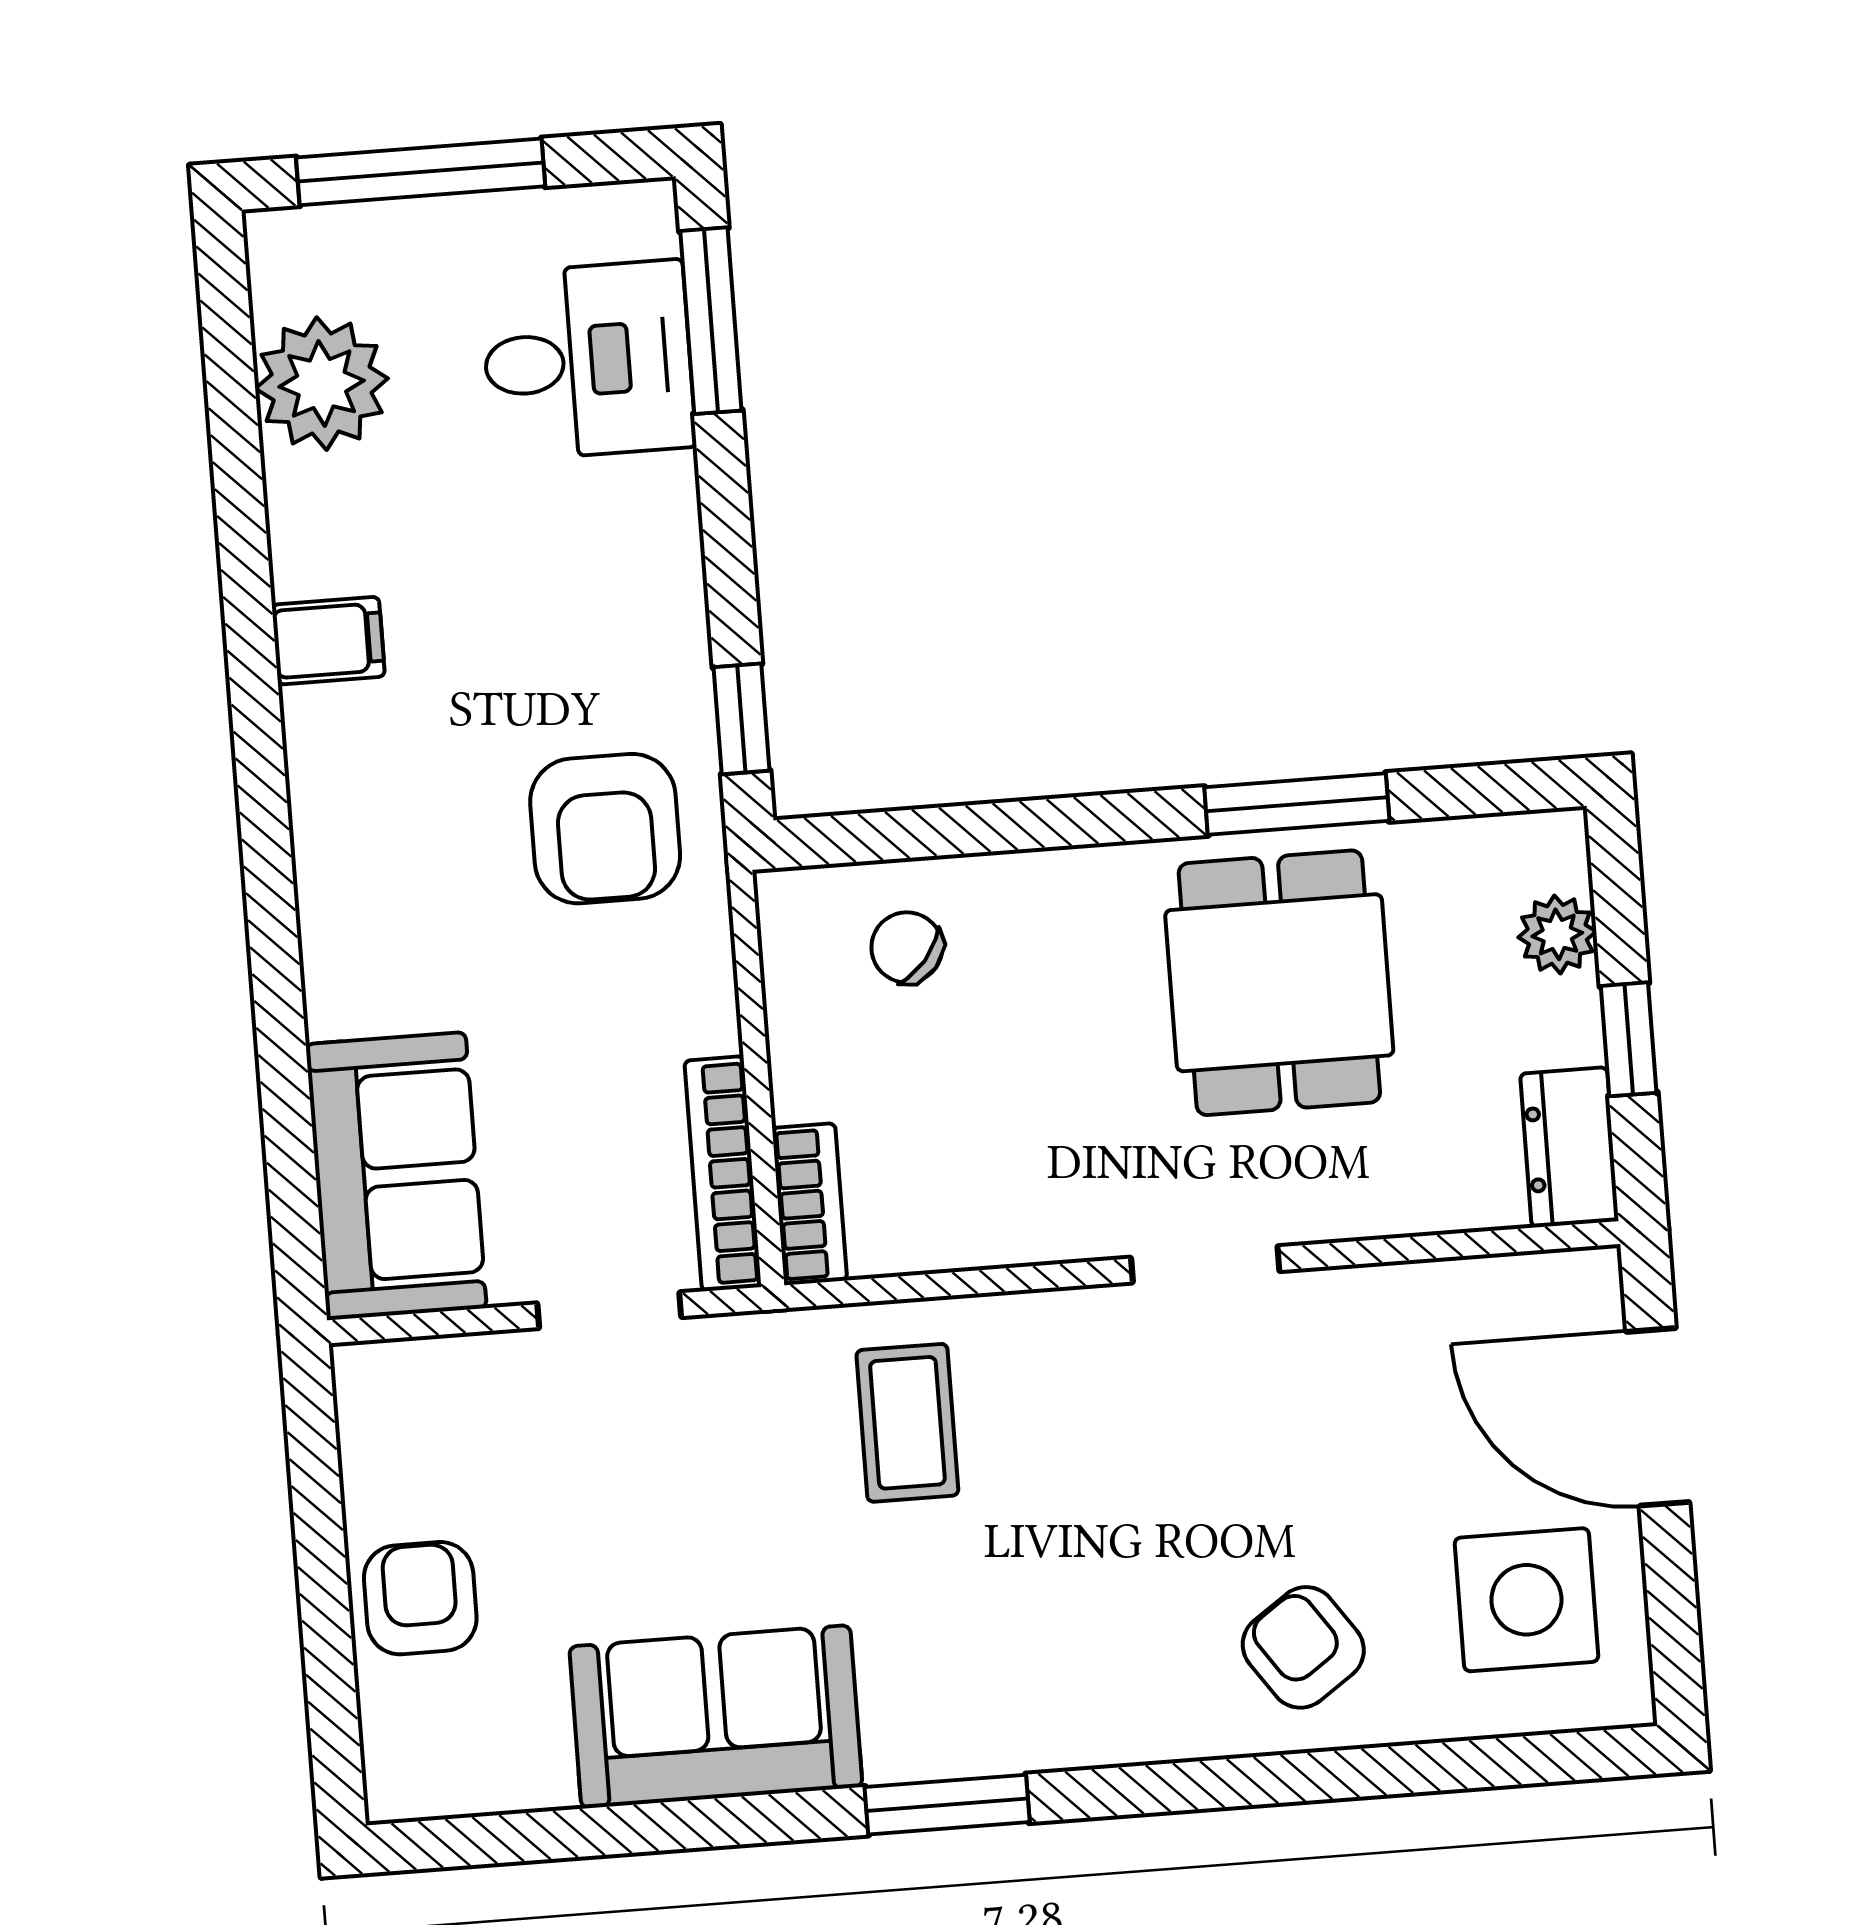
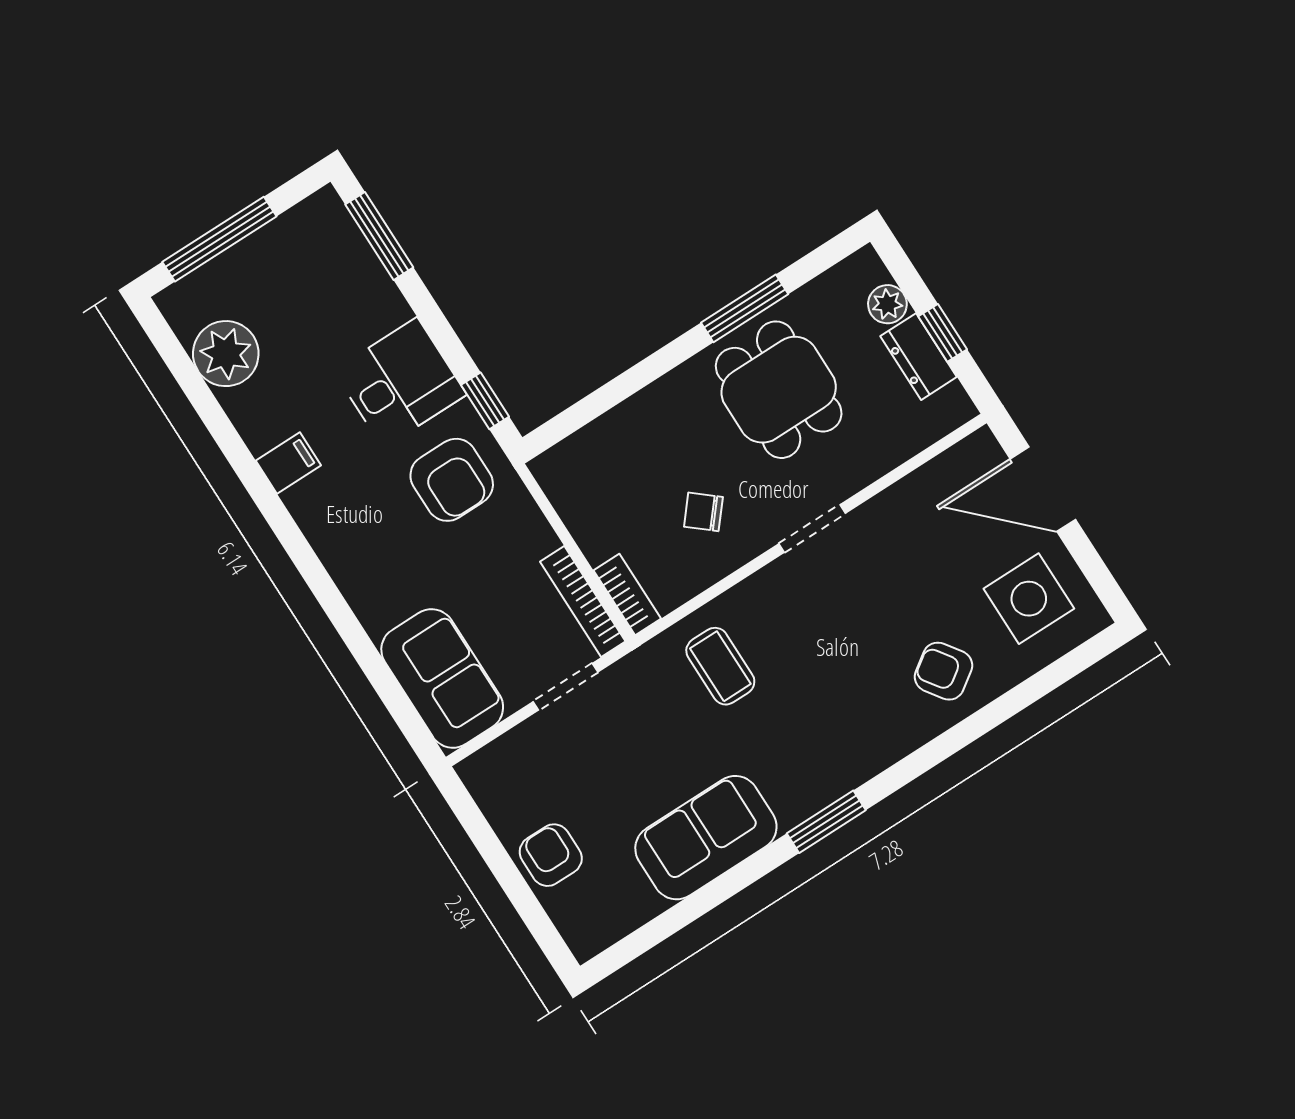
desk: (588, 360) -> (400, 383), moved
chair: (907, 947) -> (703, 512), moved
dresser: (1569, 1147) -> (919, 357), moved

